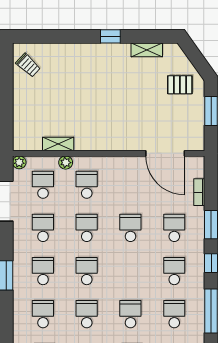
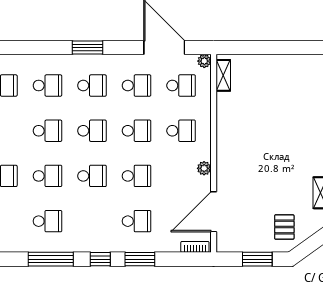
trolley: (28, 65) -> (305, 70), removed
shelving: (58, 144) -> (223, 75), moved
plant: (66, 163) -> (204, 168), moved
bookcase: (199, 192) -> (195, 247), moved
school desk: (174, 271) -> (92, 176), moved

